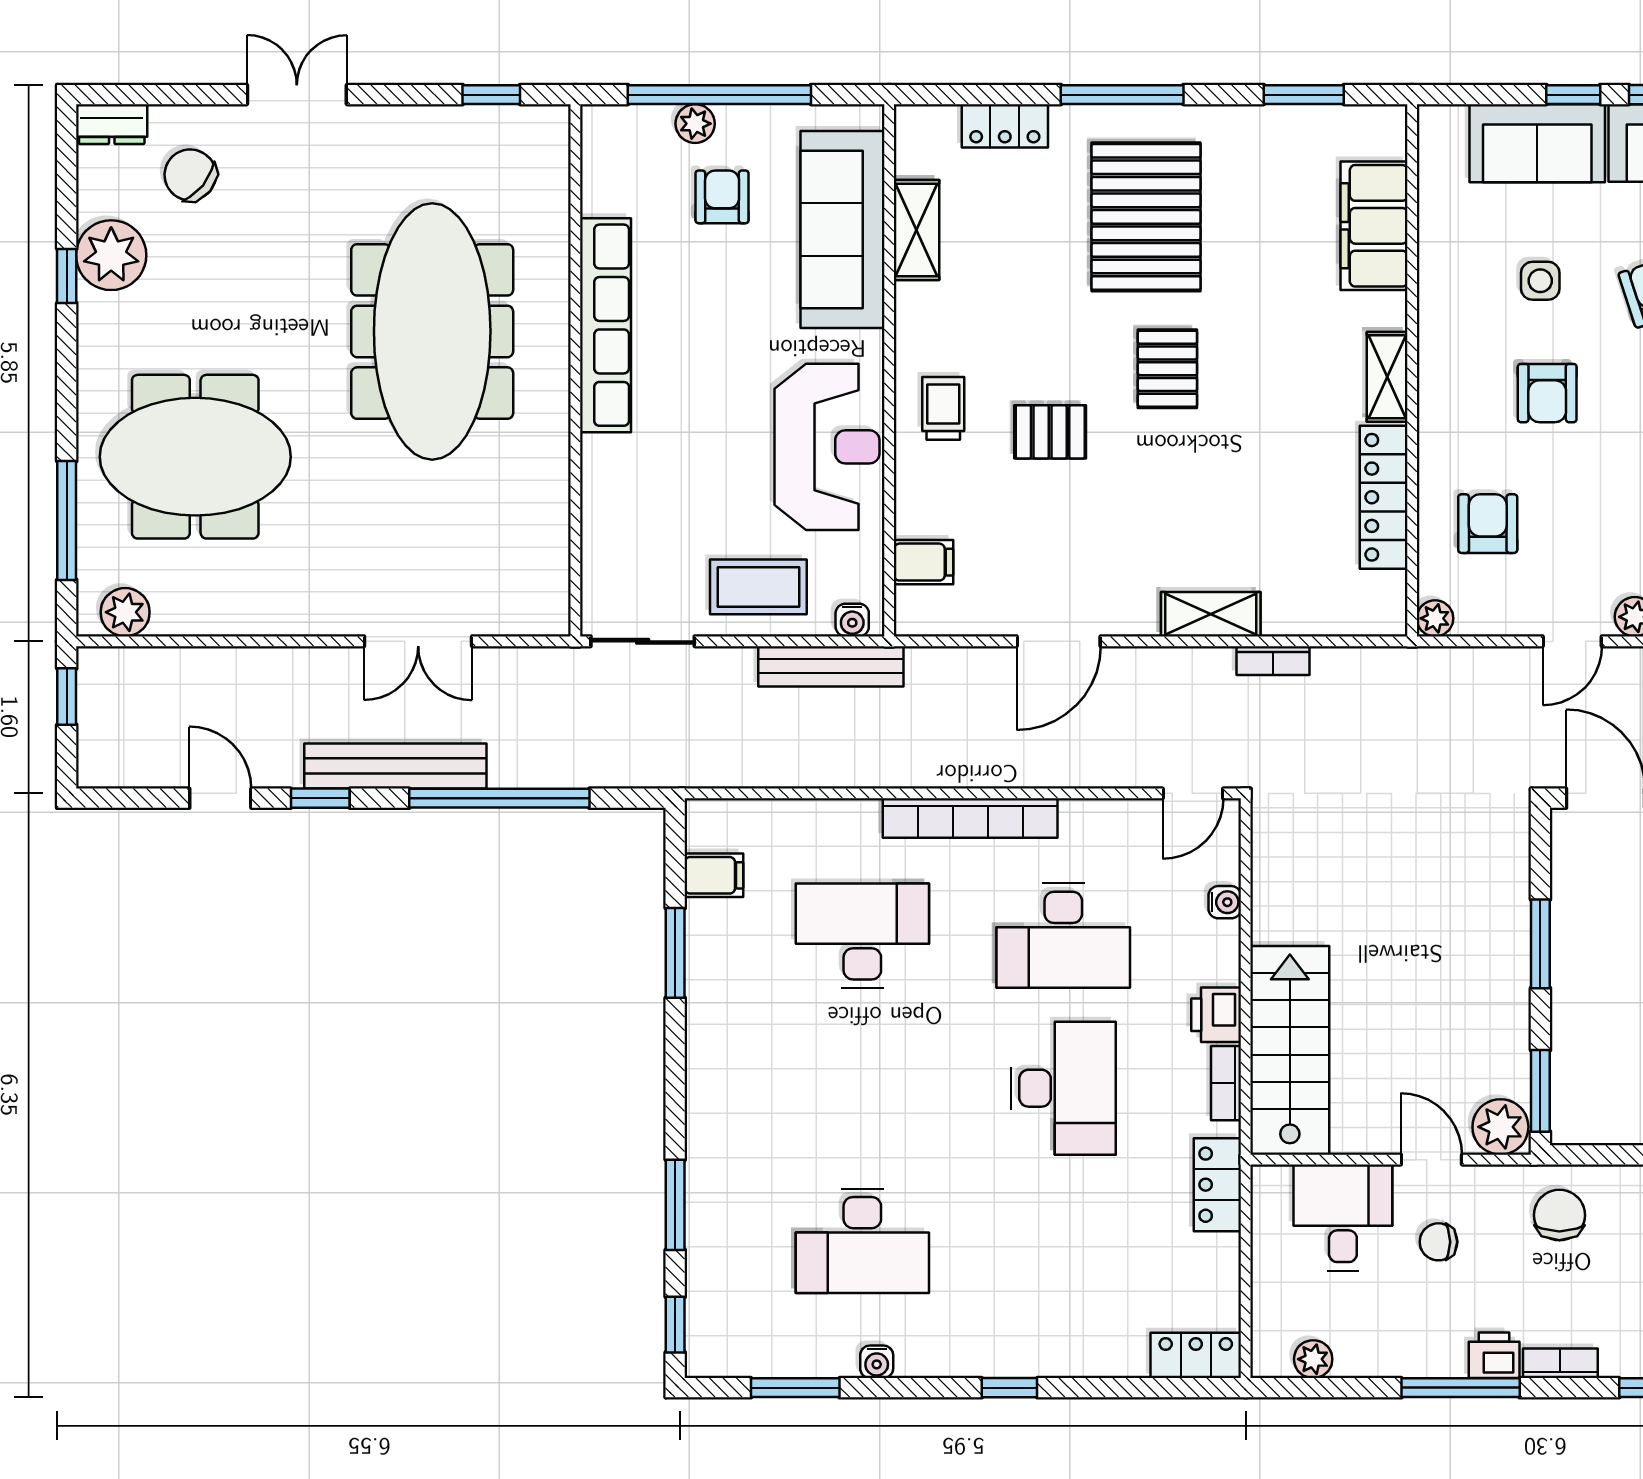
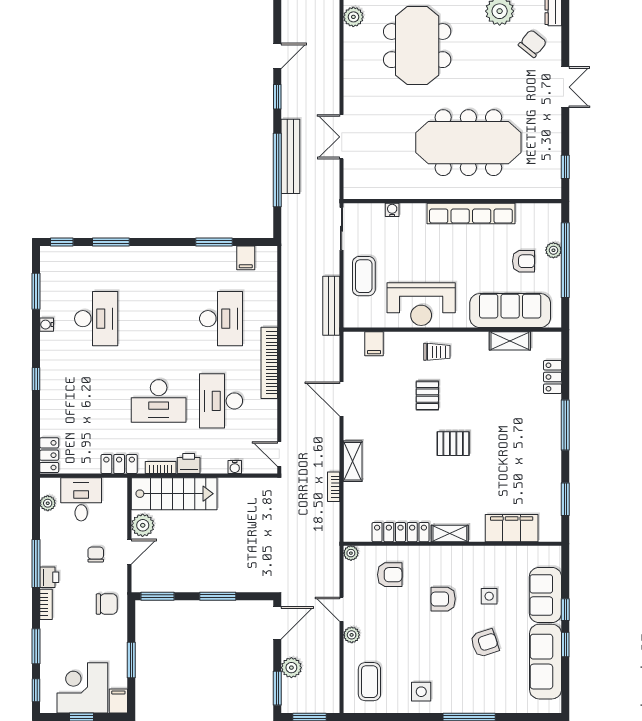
pallet: (1146, 217) -> (515, 435), removed
water cooler: (852, 620) -> (392, 210), moved, turned 90
bench: (395, 766) -> (290, 156), moved
plant: (1500, 1127) -> (143, 525), moved
desk: (1343, 1217) -> (81, 499), moved, turned -90
desk: (862, 1241) -> (96, 319), turned 180

